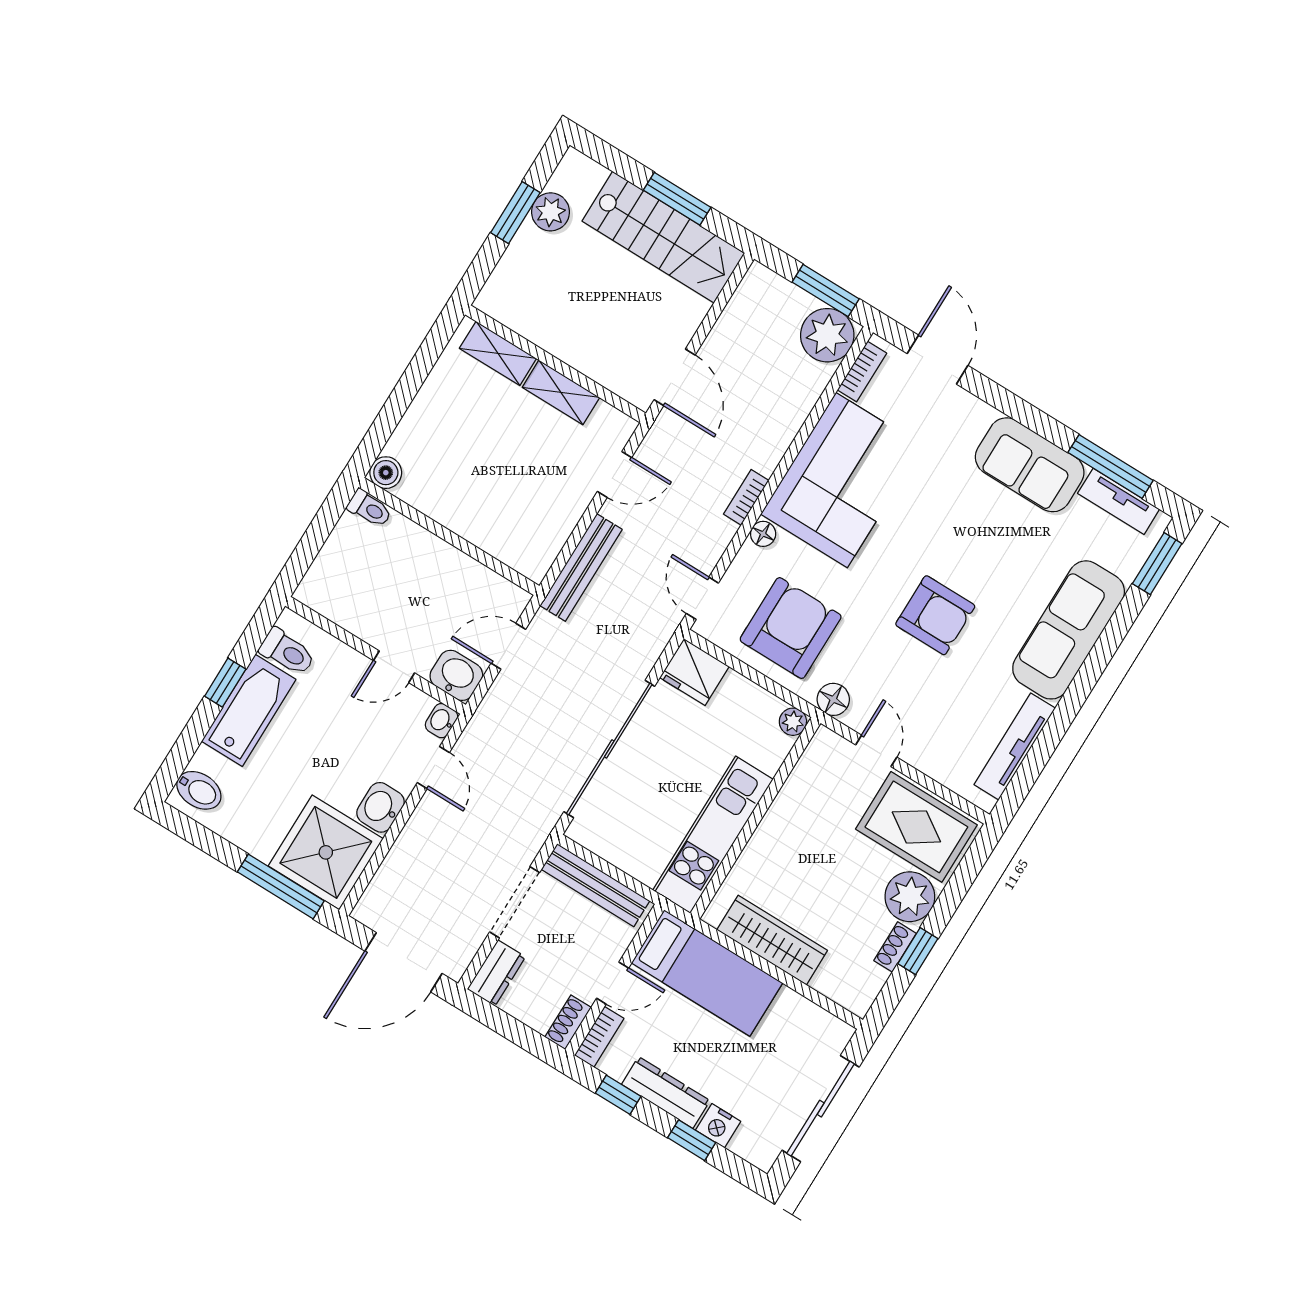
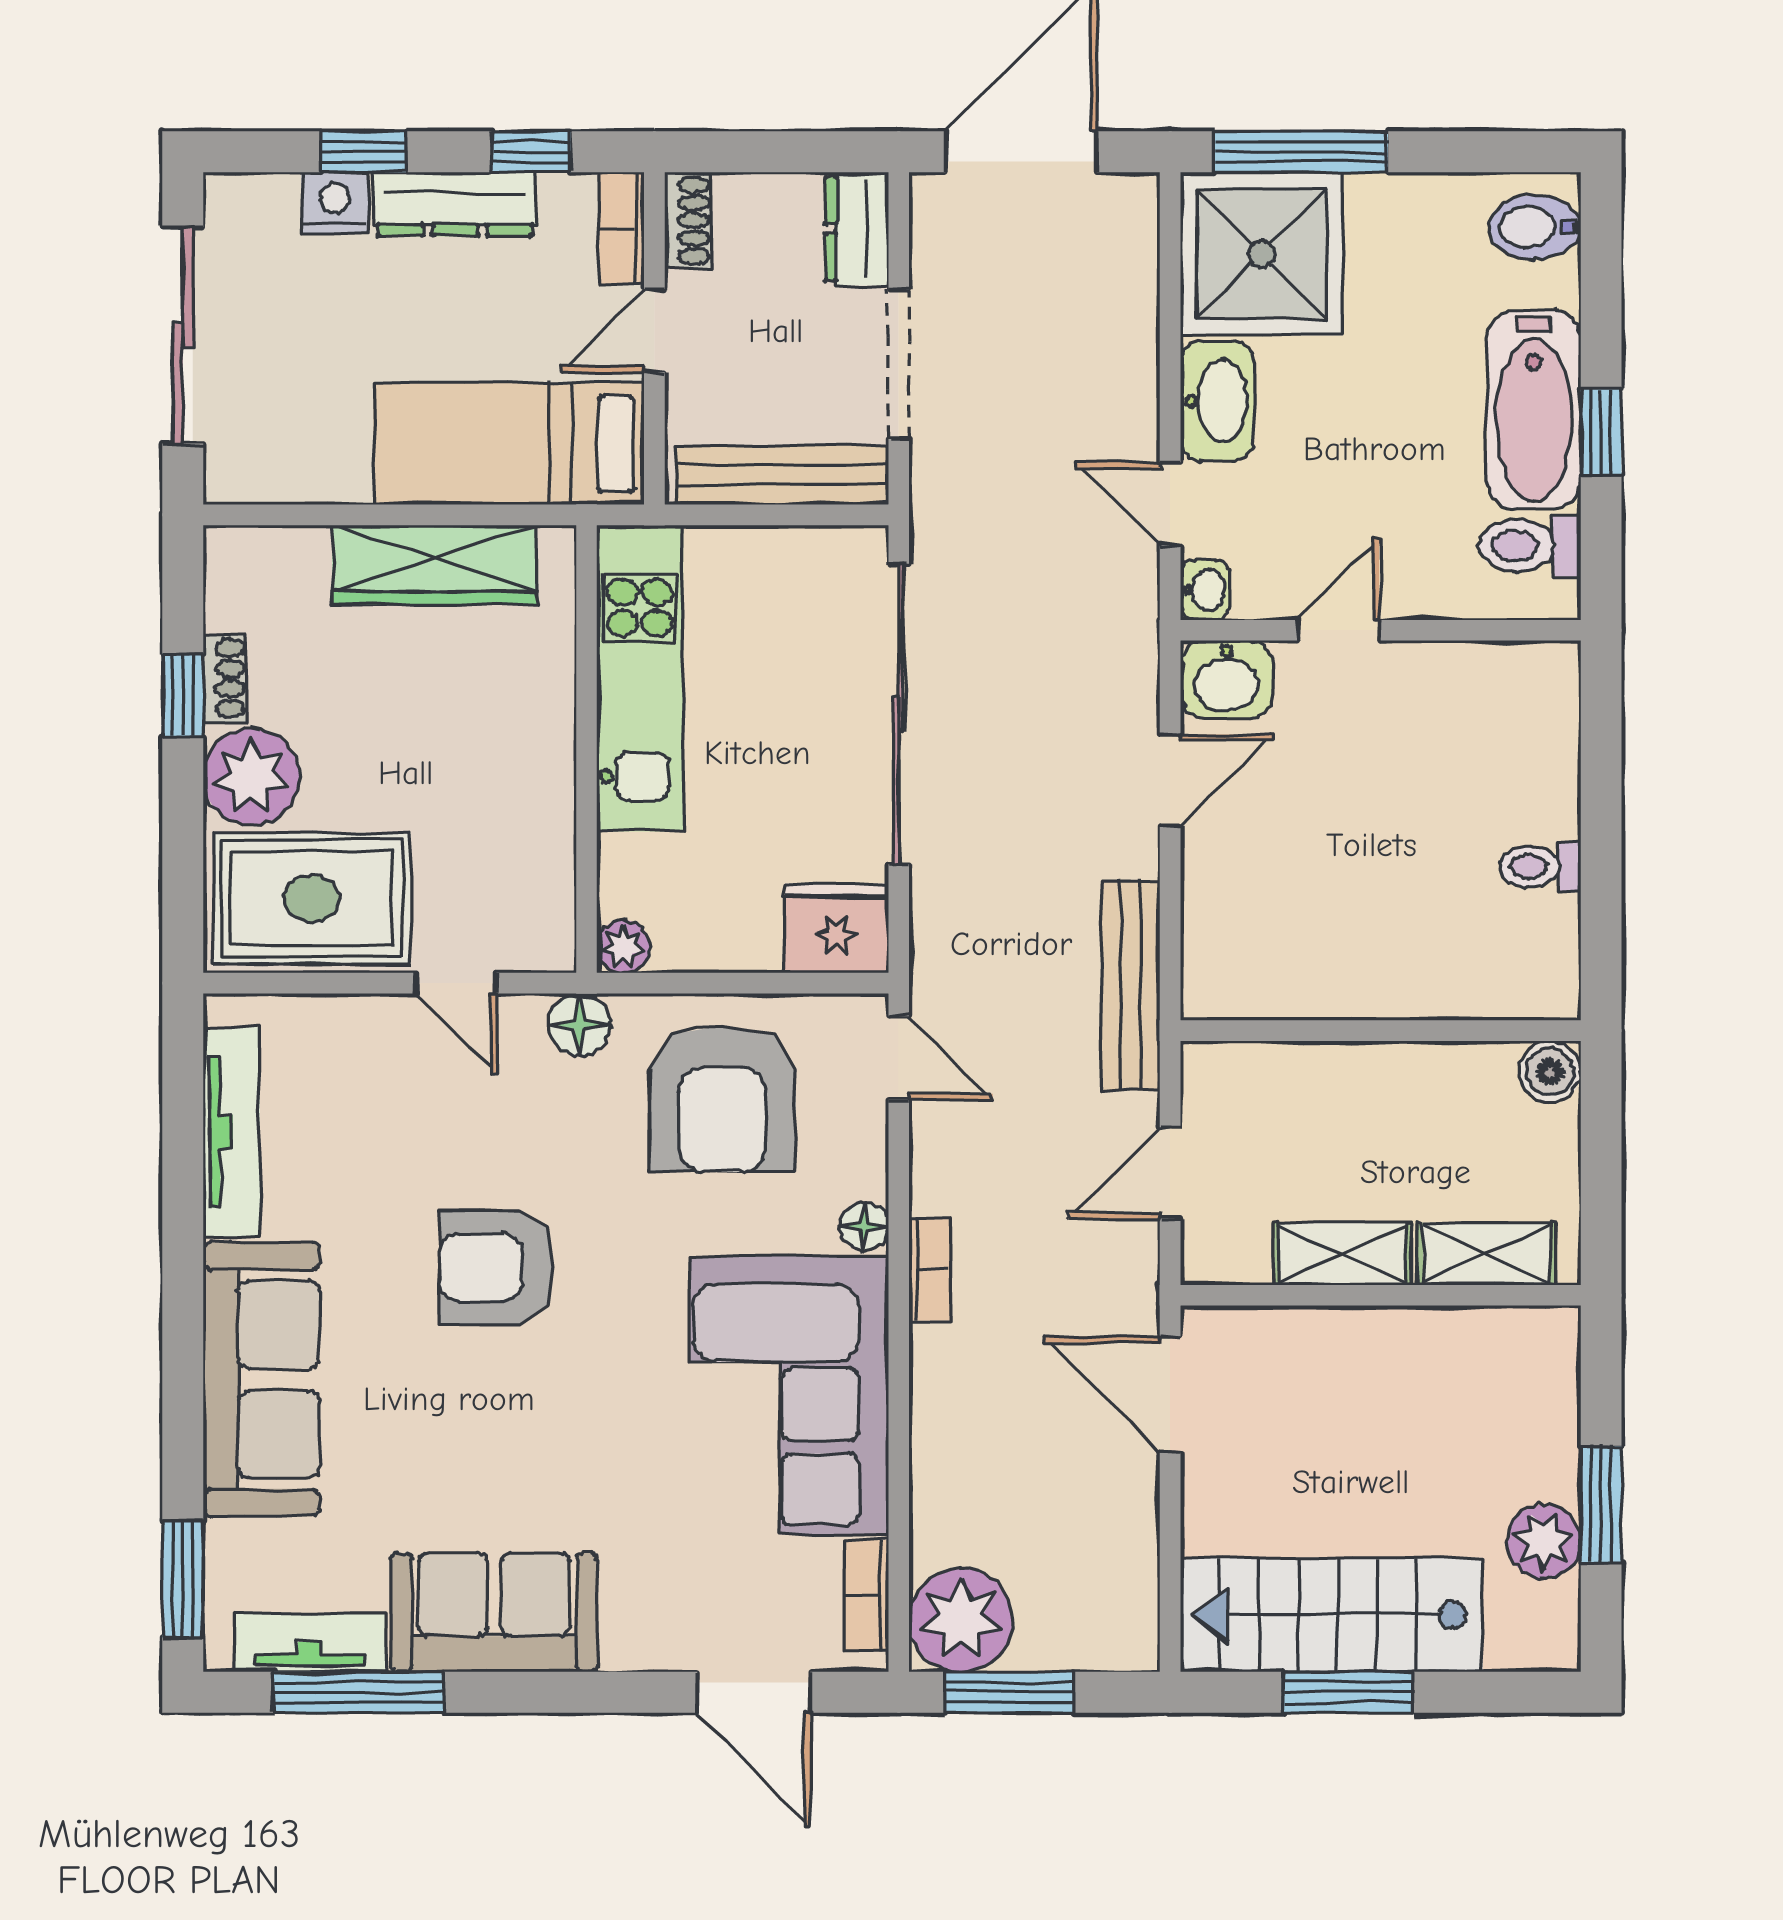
boiler: (386, 473) -> (1550, 1072), moved
wall: (449, 536) -> (1381, 1031), moved
washbasin: (380, 807) -> (1217, 401), width x1.38

